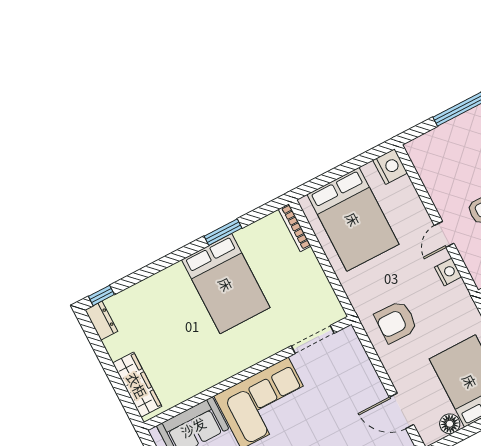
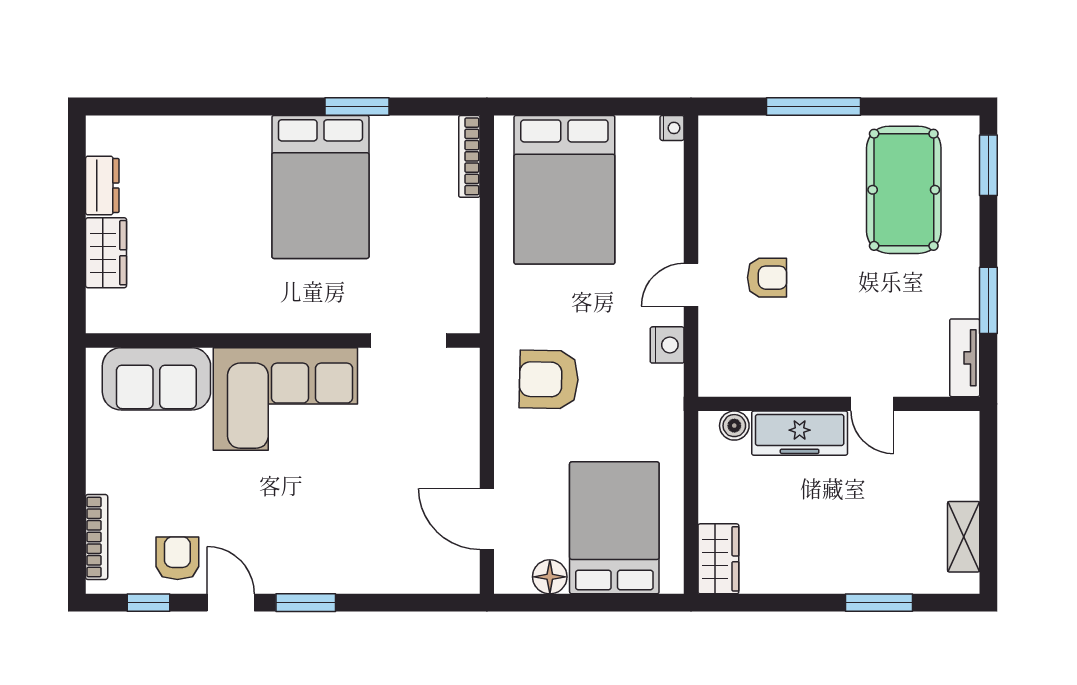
nightstand: (390, 167) -> (672, 128), width x0.53, depth x0.56
window: (101, 295) -> (122, 107), removed
dresser: (101, 321) -> (102, 185), moved
wardrobe: (137, 385) -> (106, 253), width x0.67

